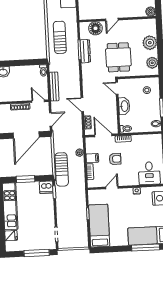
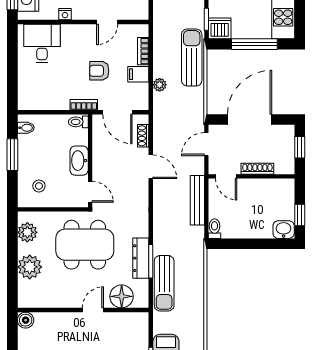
sun lounger: (60, 37) -> (164, 283), moved
dining table: (118, 57) -> (85, 245), width x1.37
window: (26, 179) -> (254, 44), width x1.44

